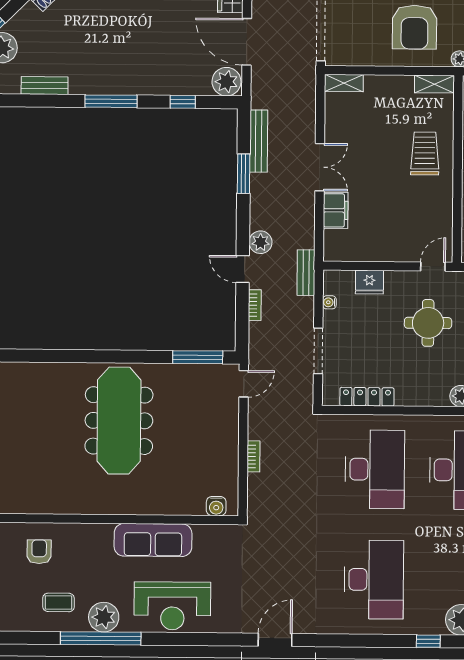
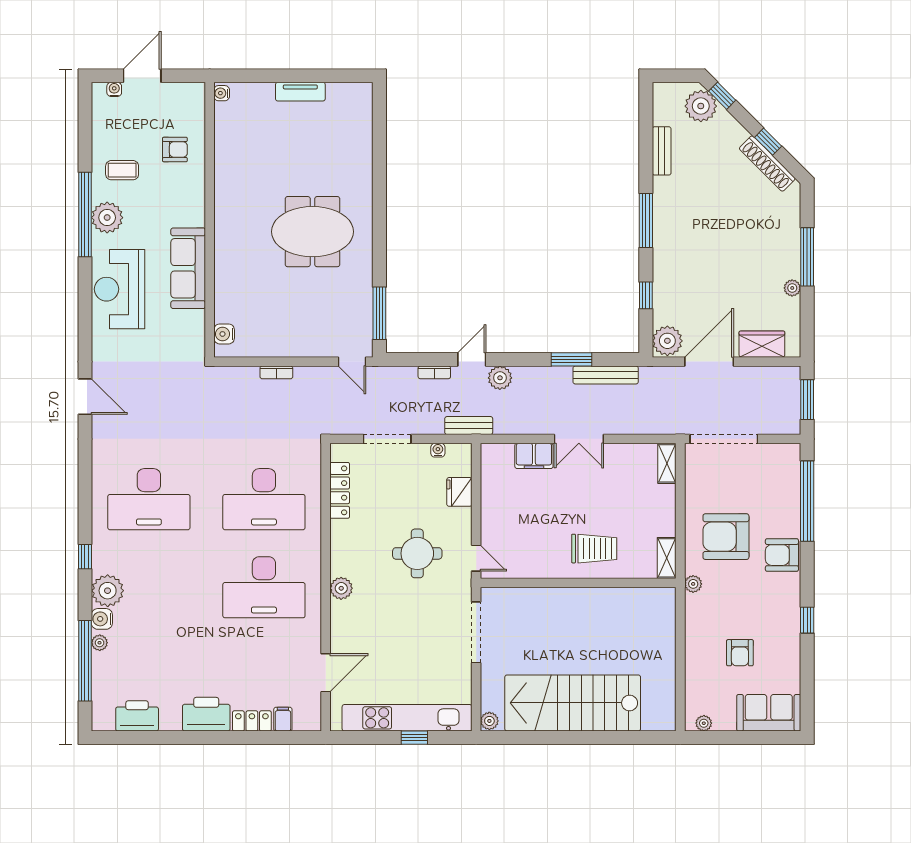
meeting table: (119, 421) -> (312, 232), width x0.73
coffee table: (58, 602) -> (122, 170), turned 90

